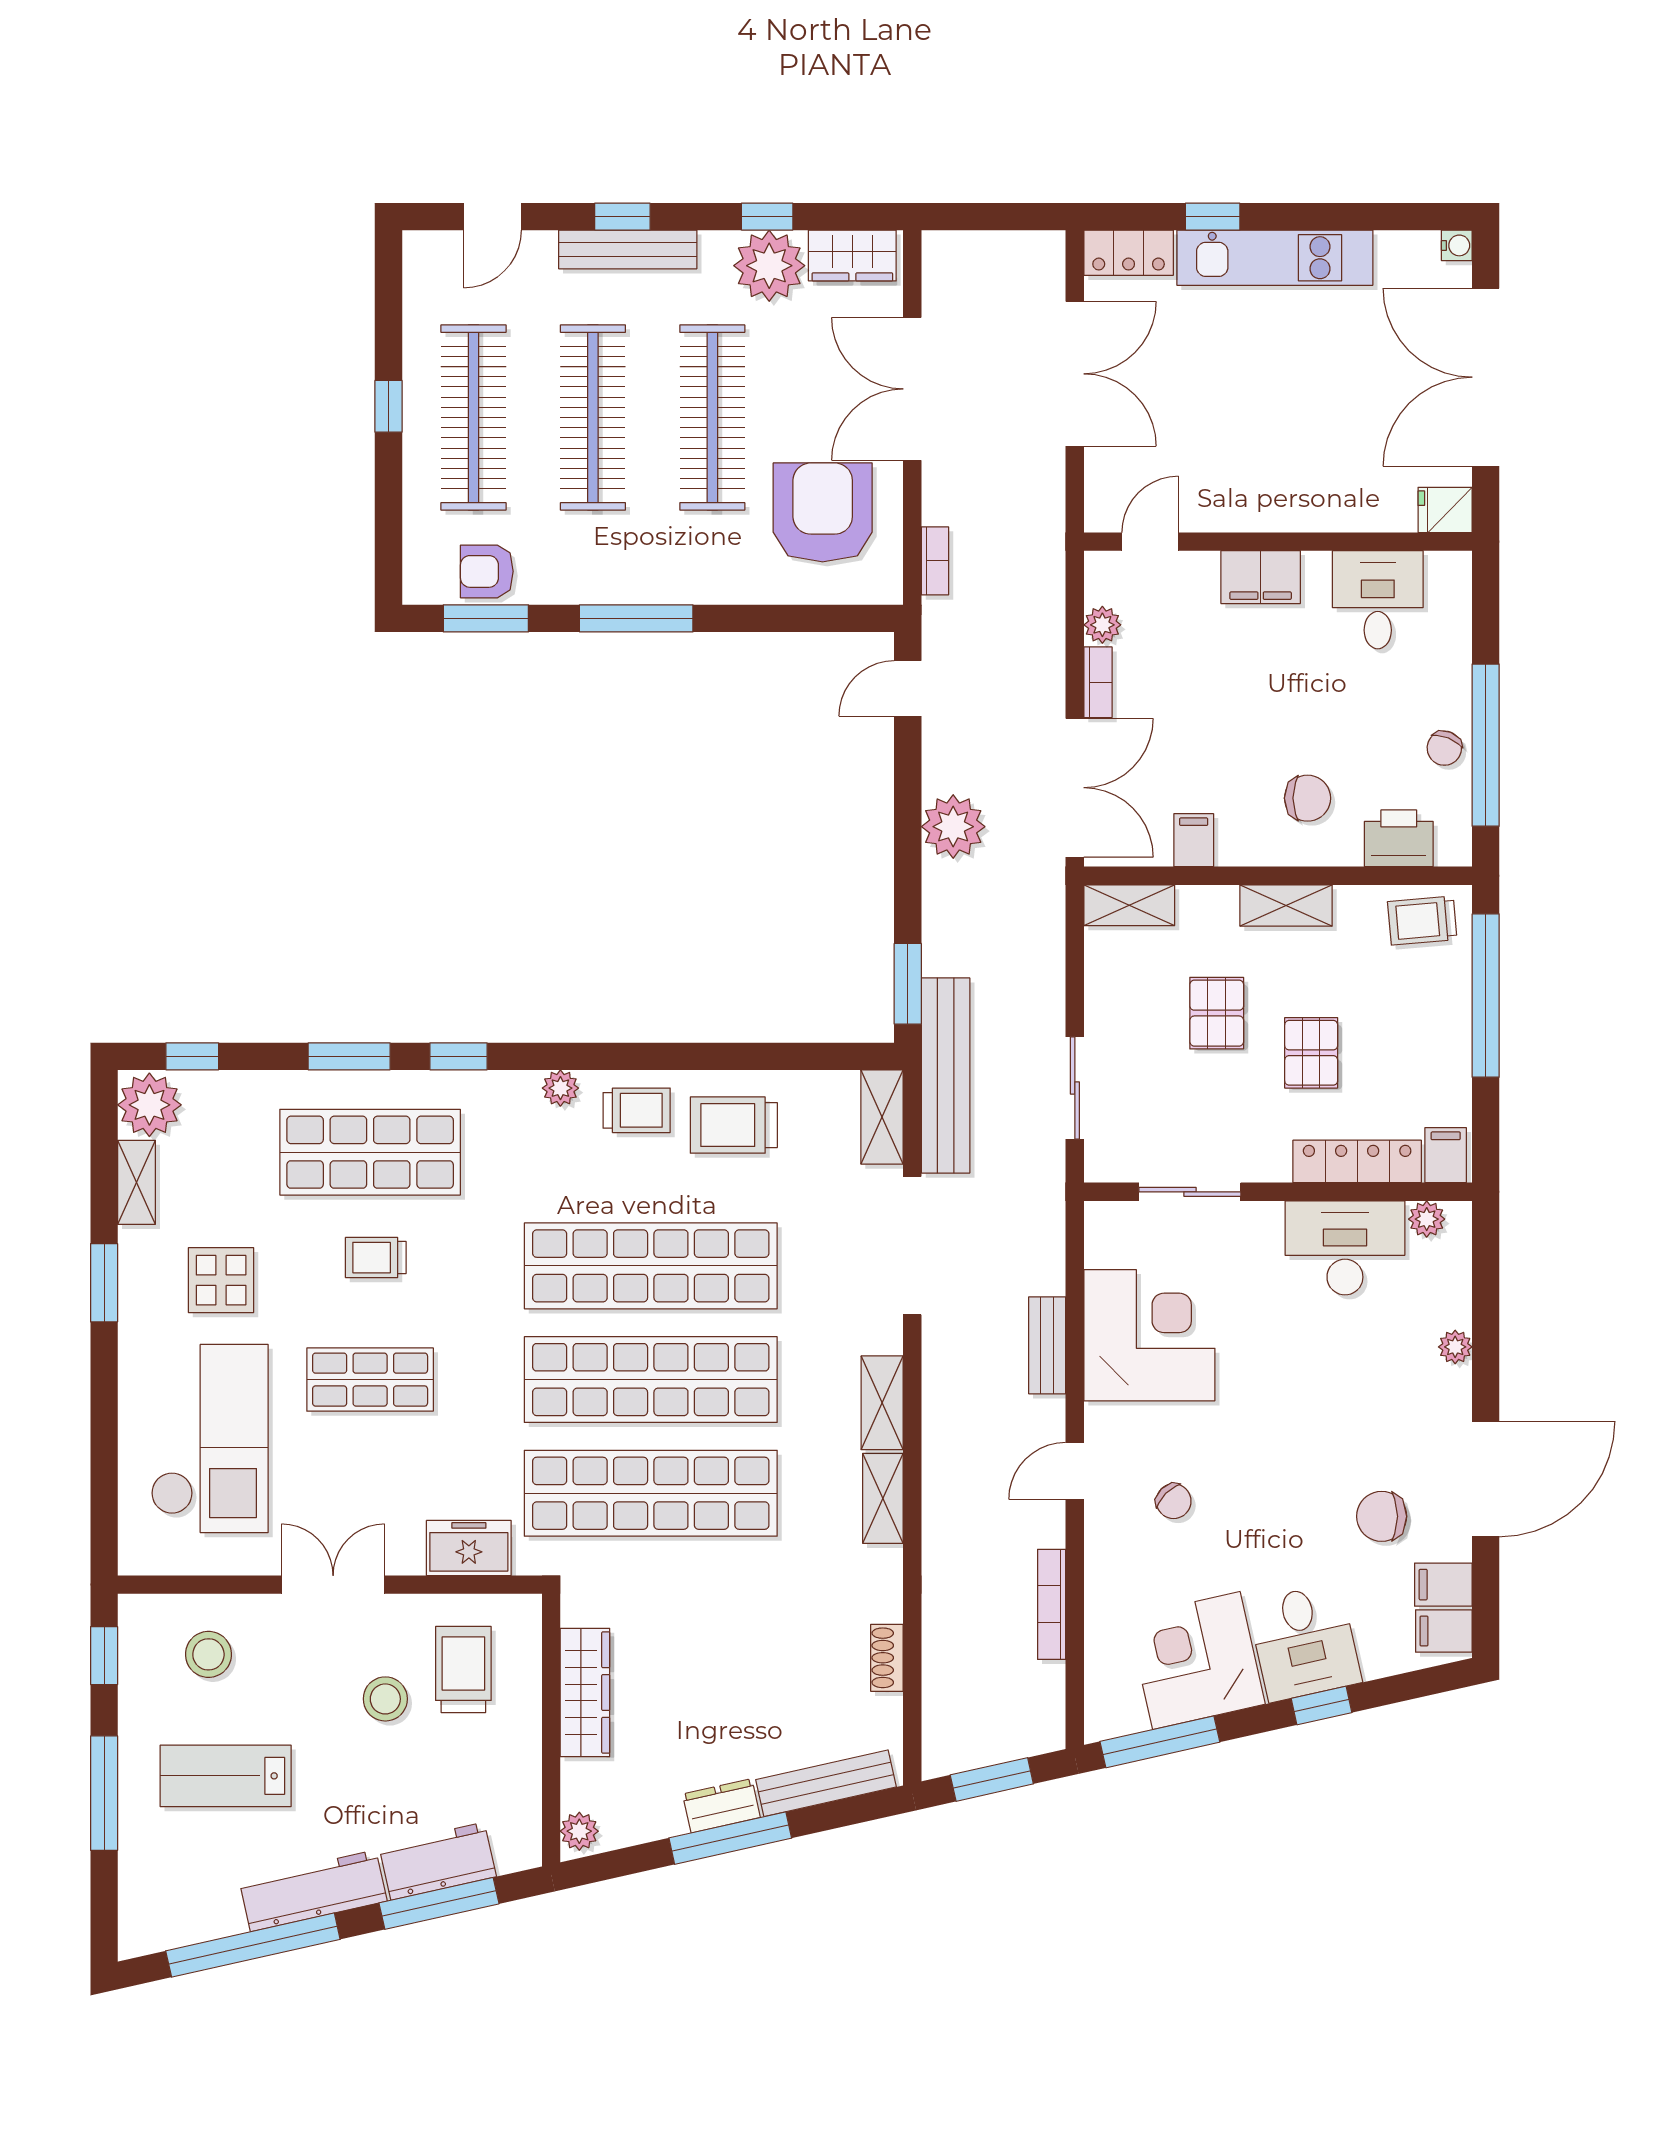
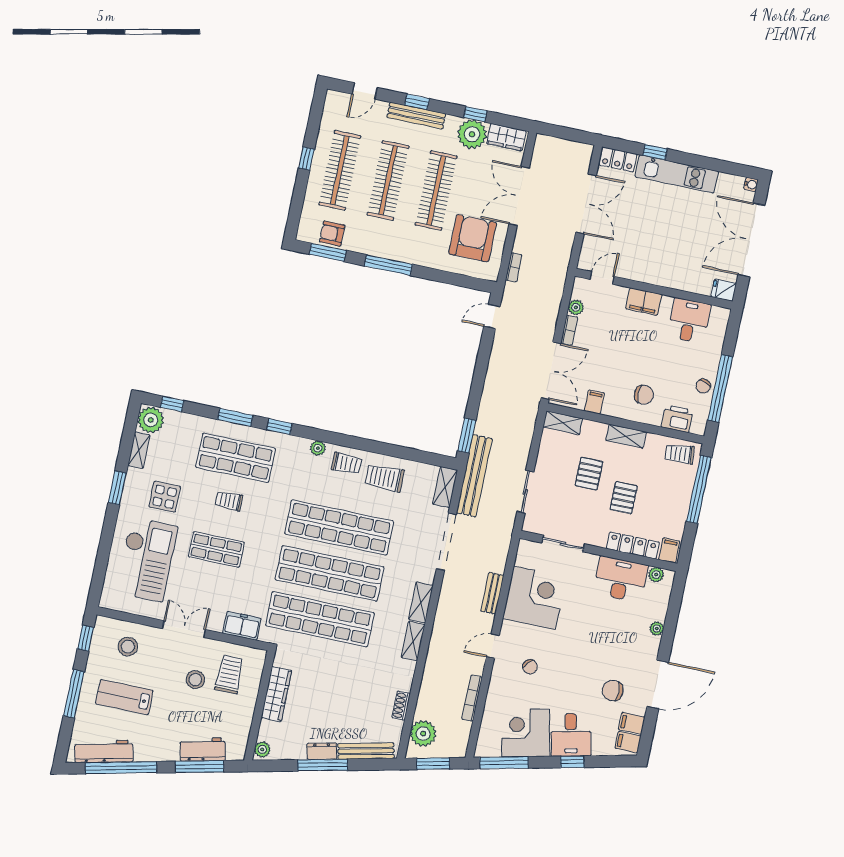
plant: (953, 827) -> (423, 734), moved
workbench: (313, 1891) -> (104, 751), moved

